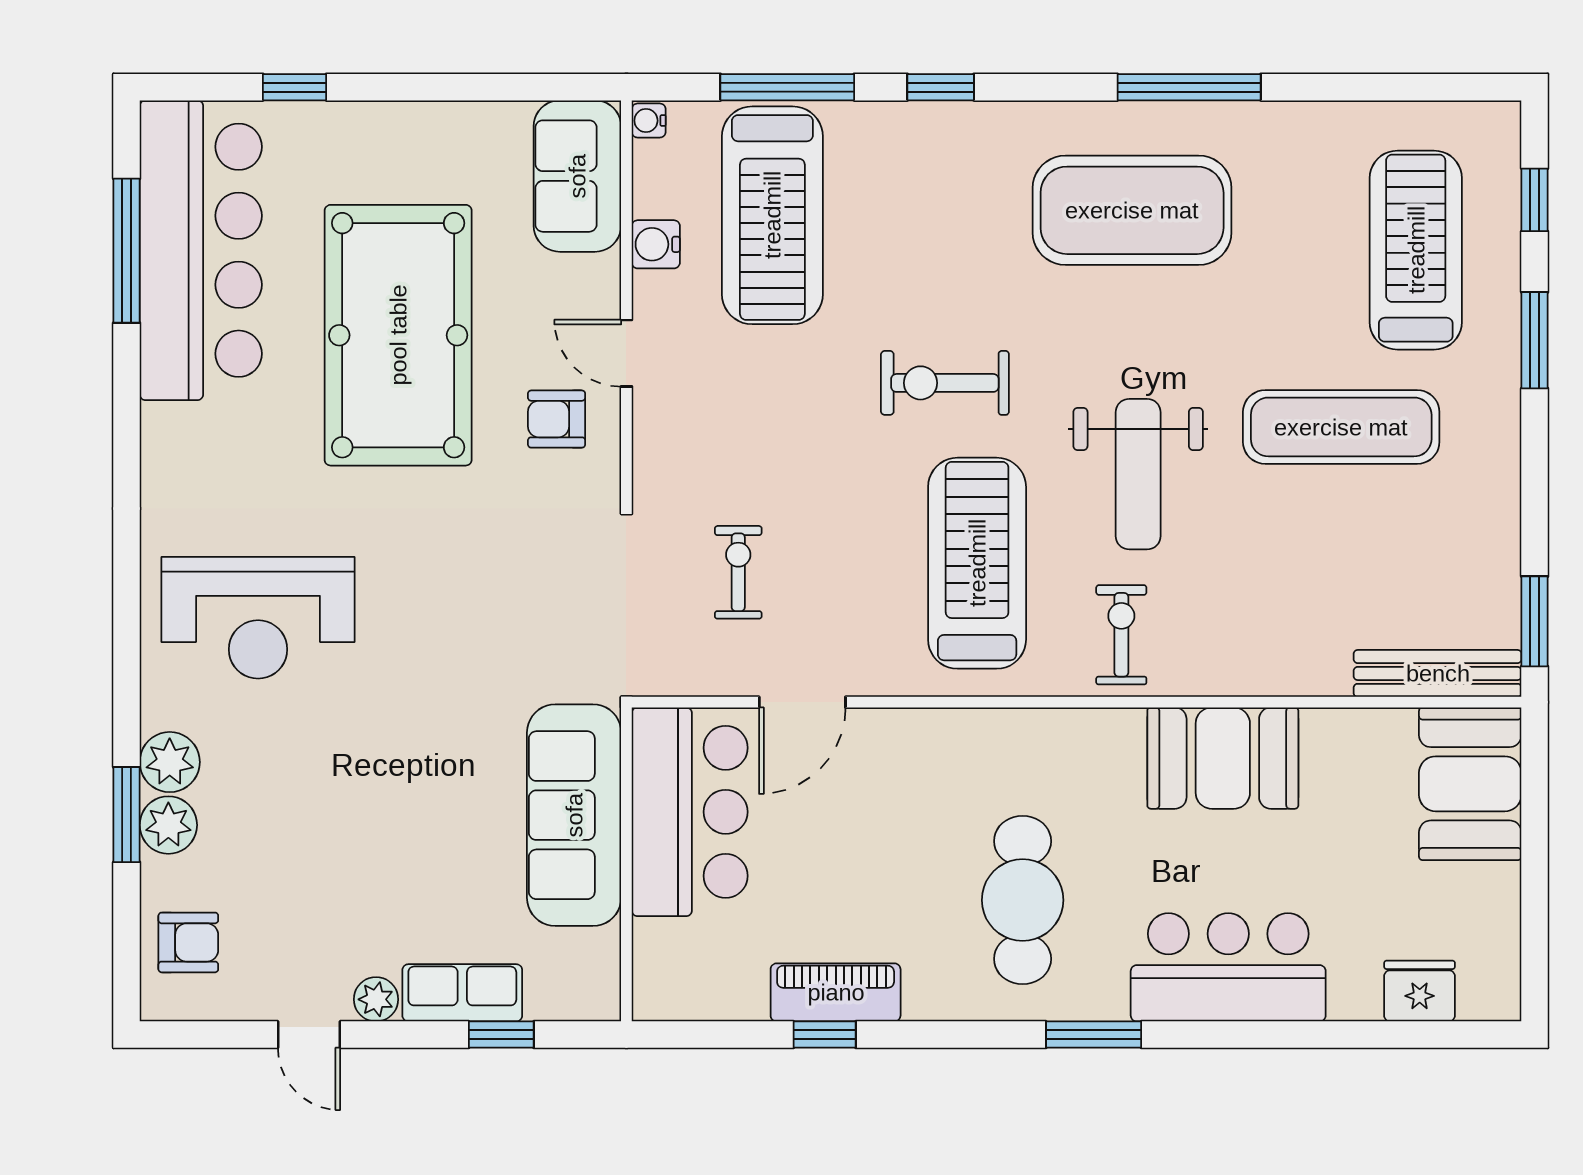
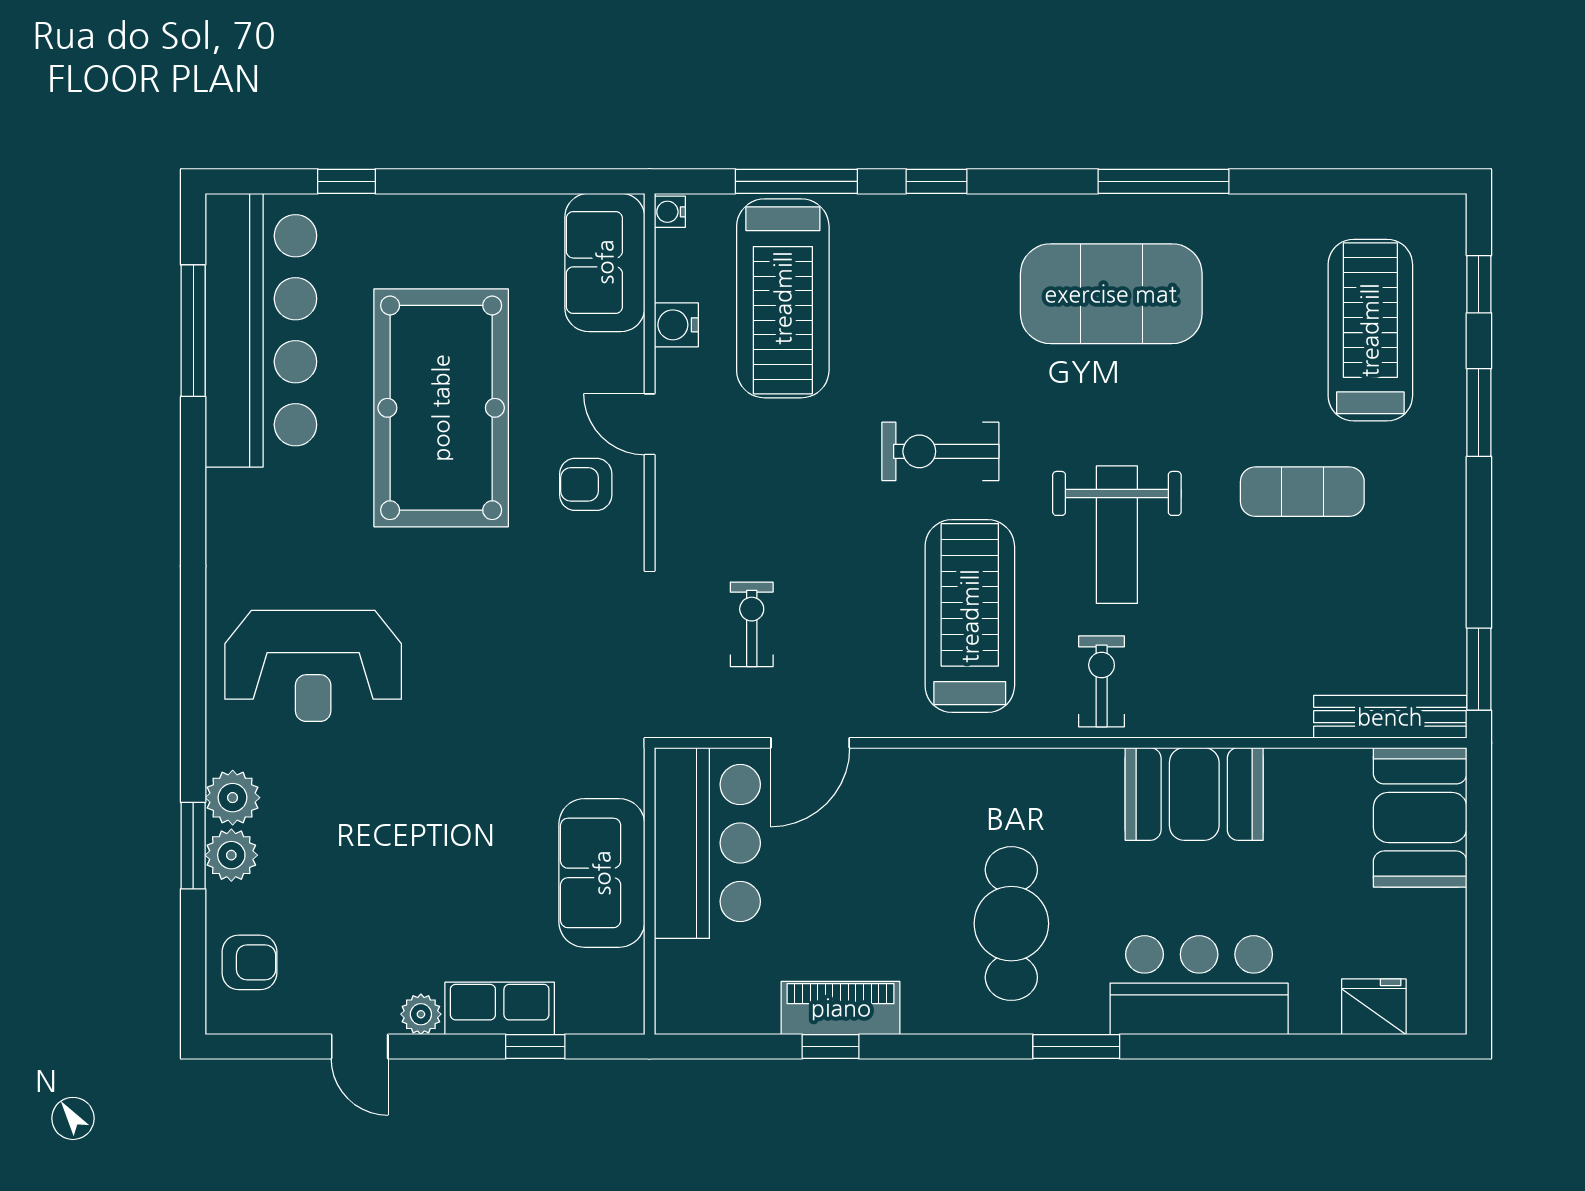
exercise mat: (1341, 427) -> (1302, 492), width x0.73, depth x0.69
sofa: (574, 815) -> (602, 873), width x0.73

